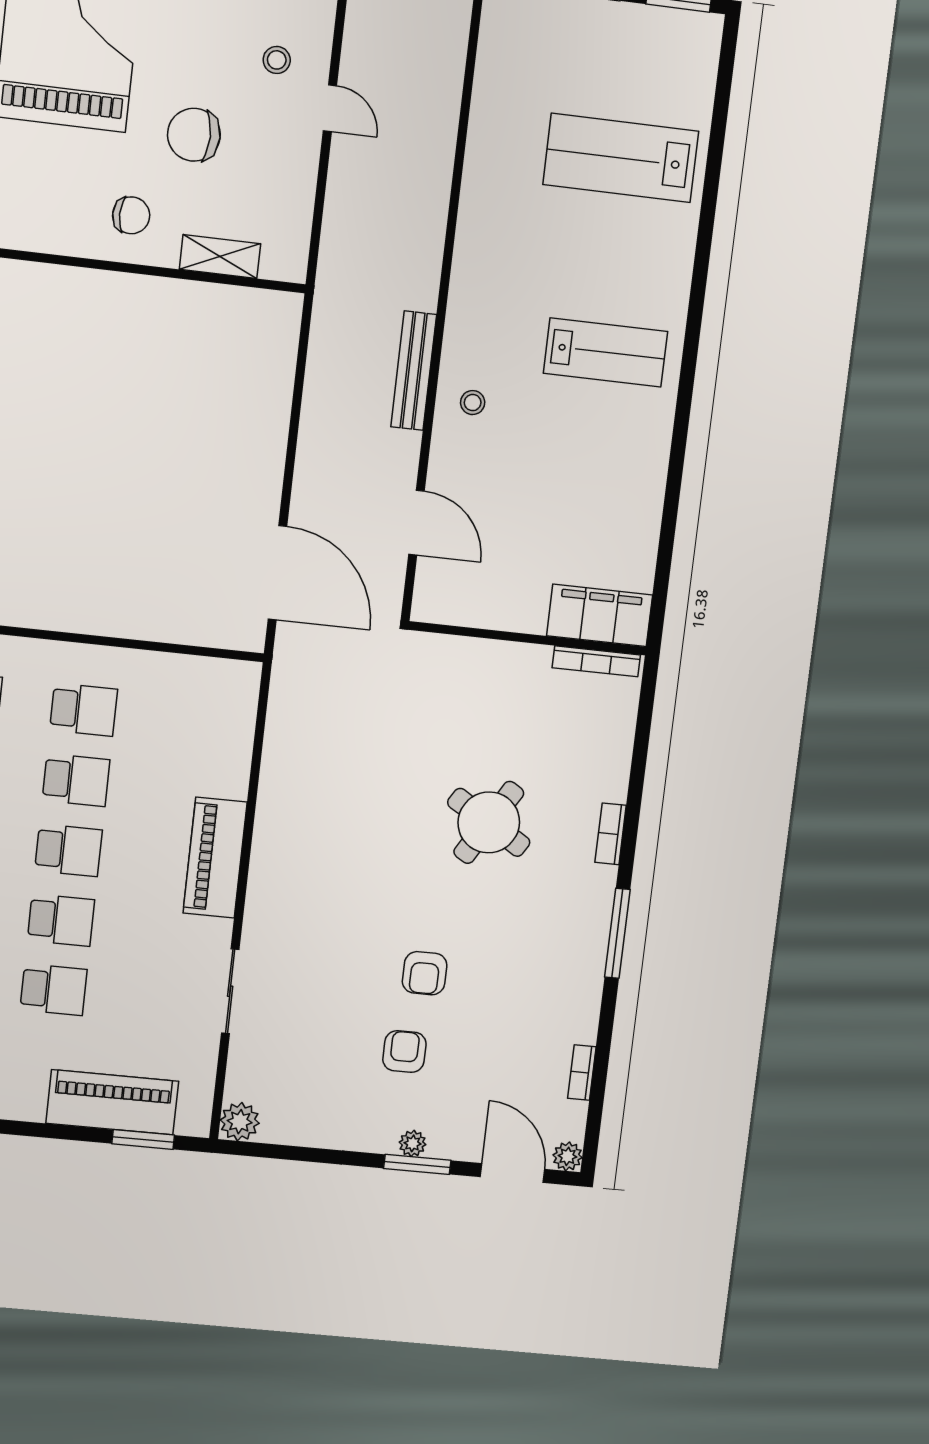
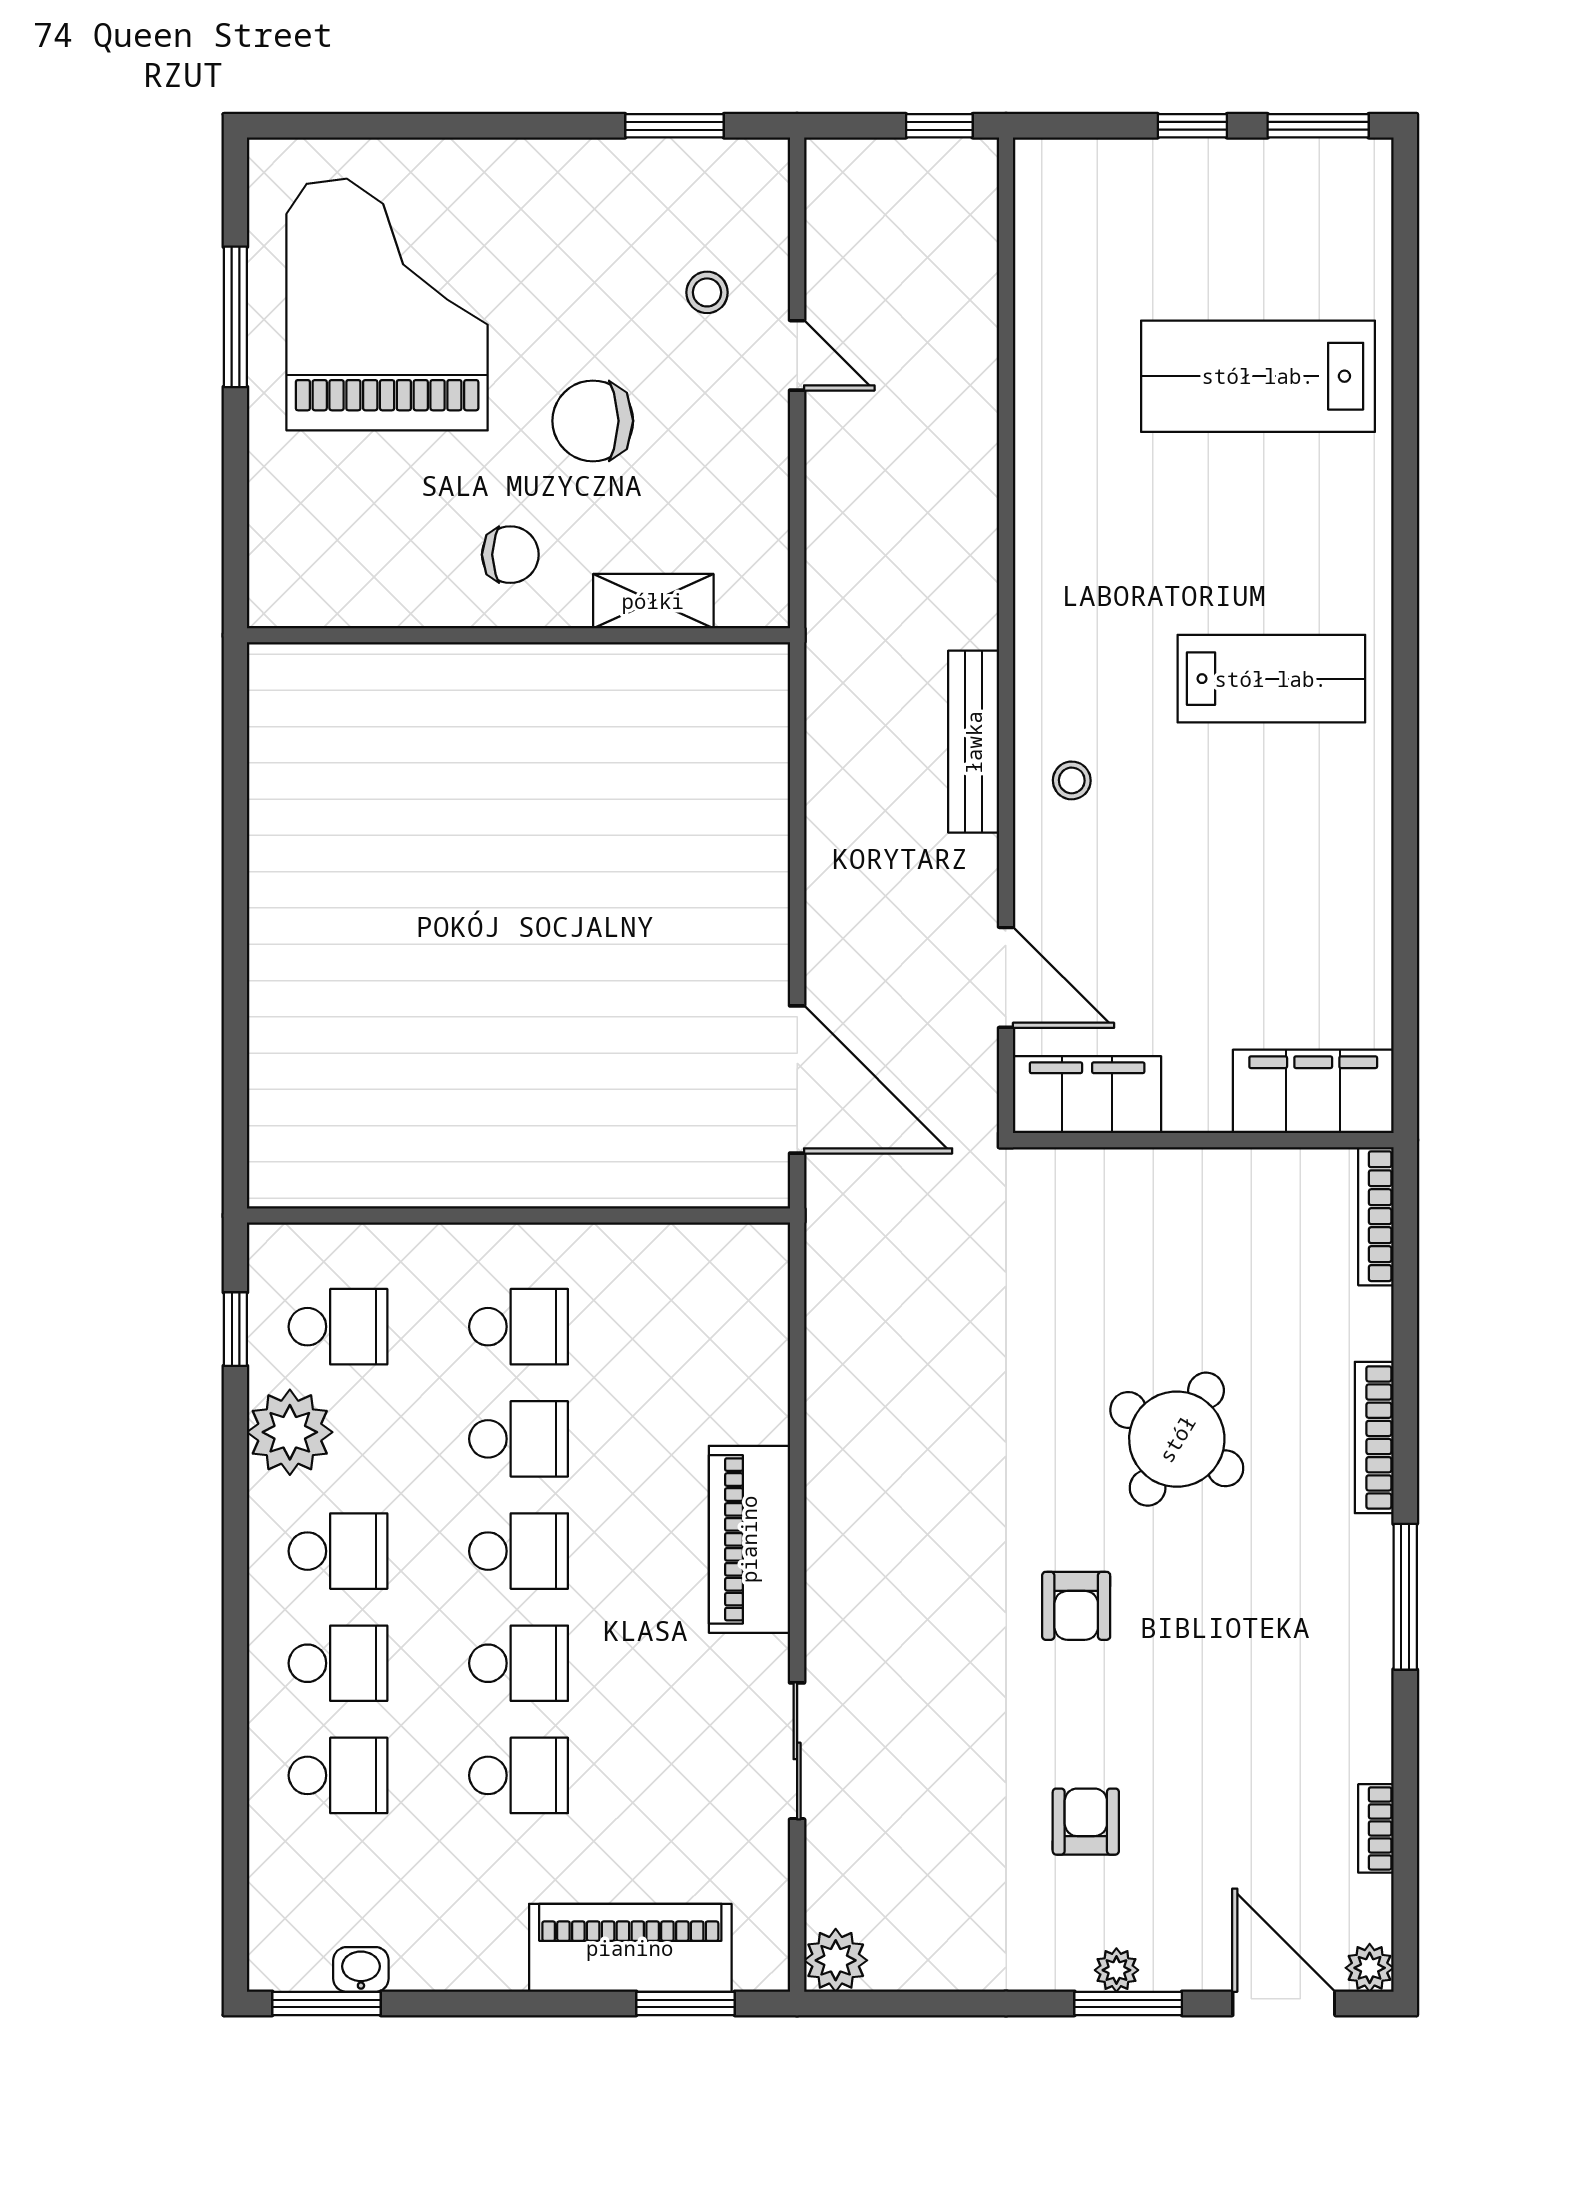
filing cabinet: (459, 602) -> (1087, 1095), added
bookcase: (596, 661) -> (1376, 1216), moved, turned 90
bookcase: (611, 834) -> (1374, 1437), width x1.56
armchair: (425, 973) -> (1076, 1606), moved

